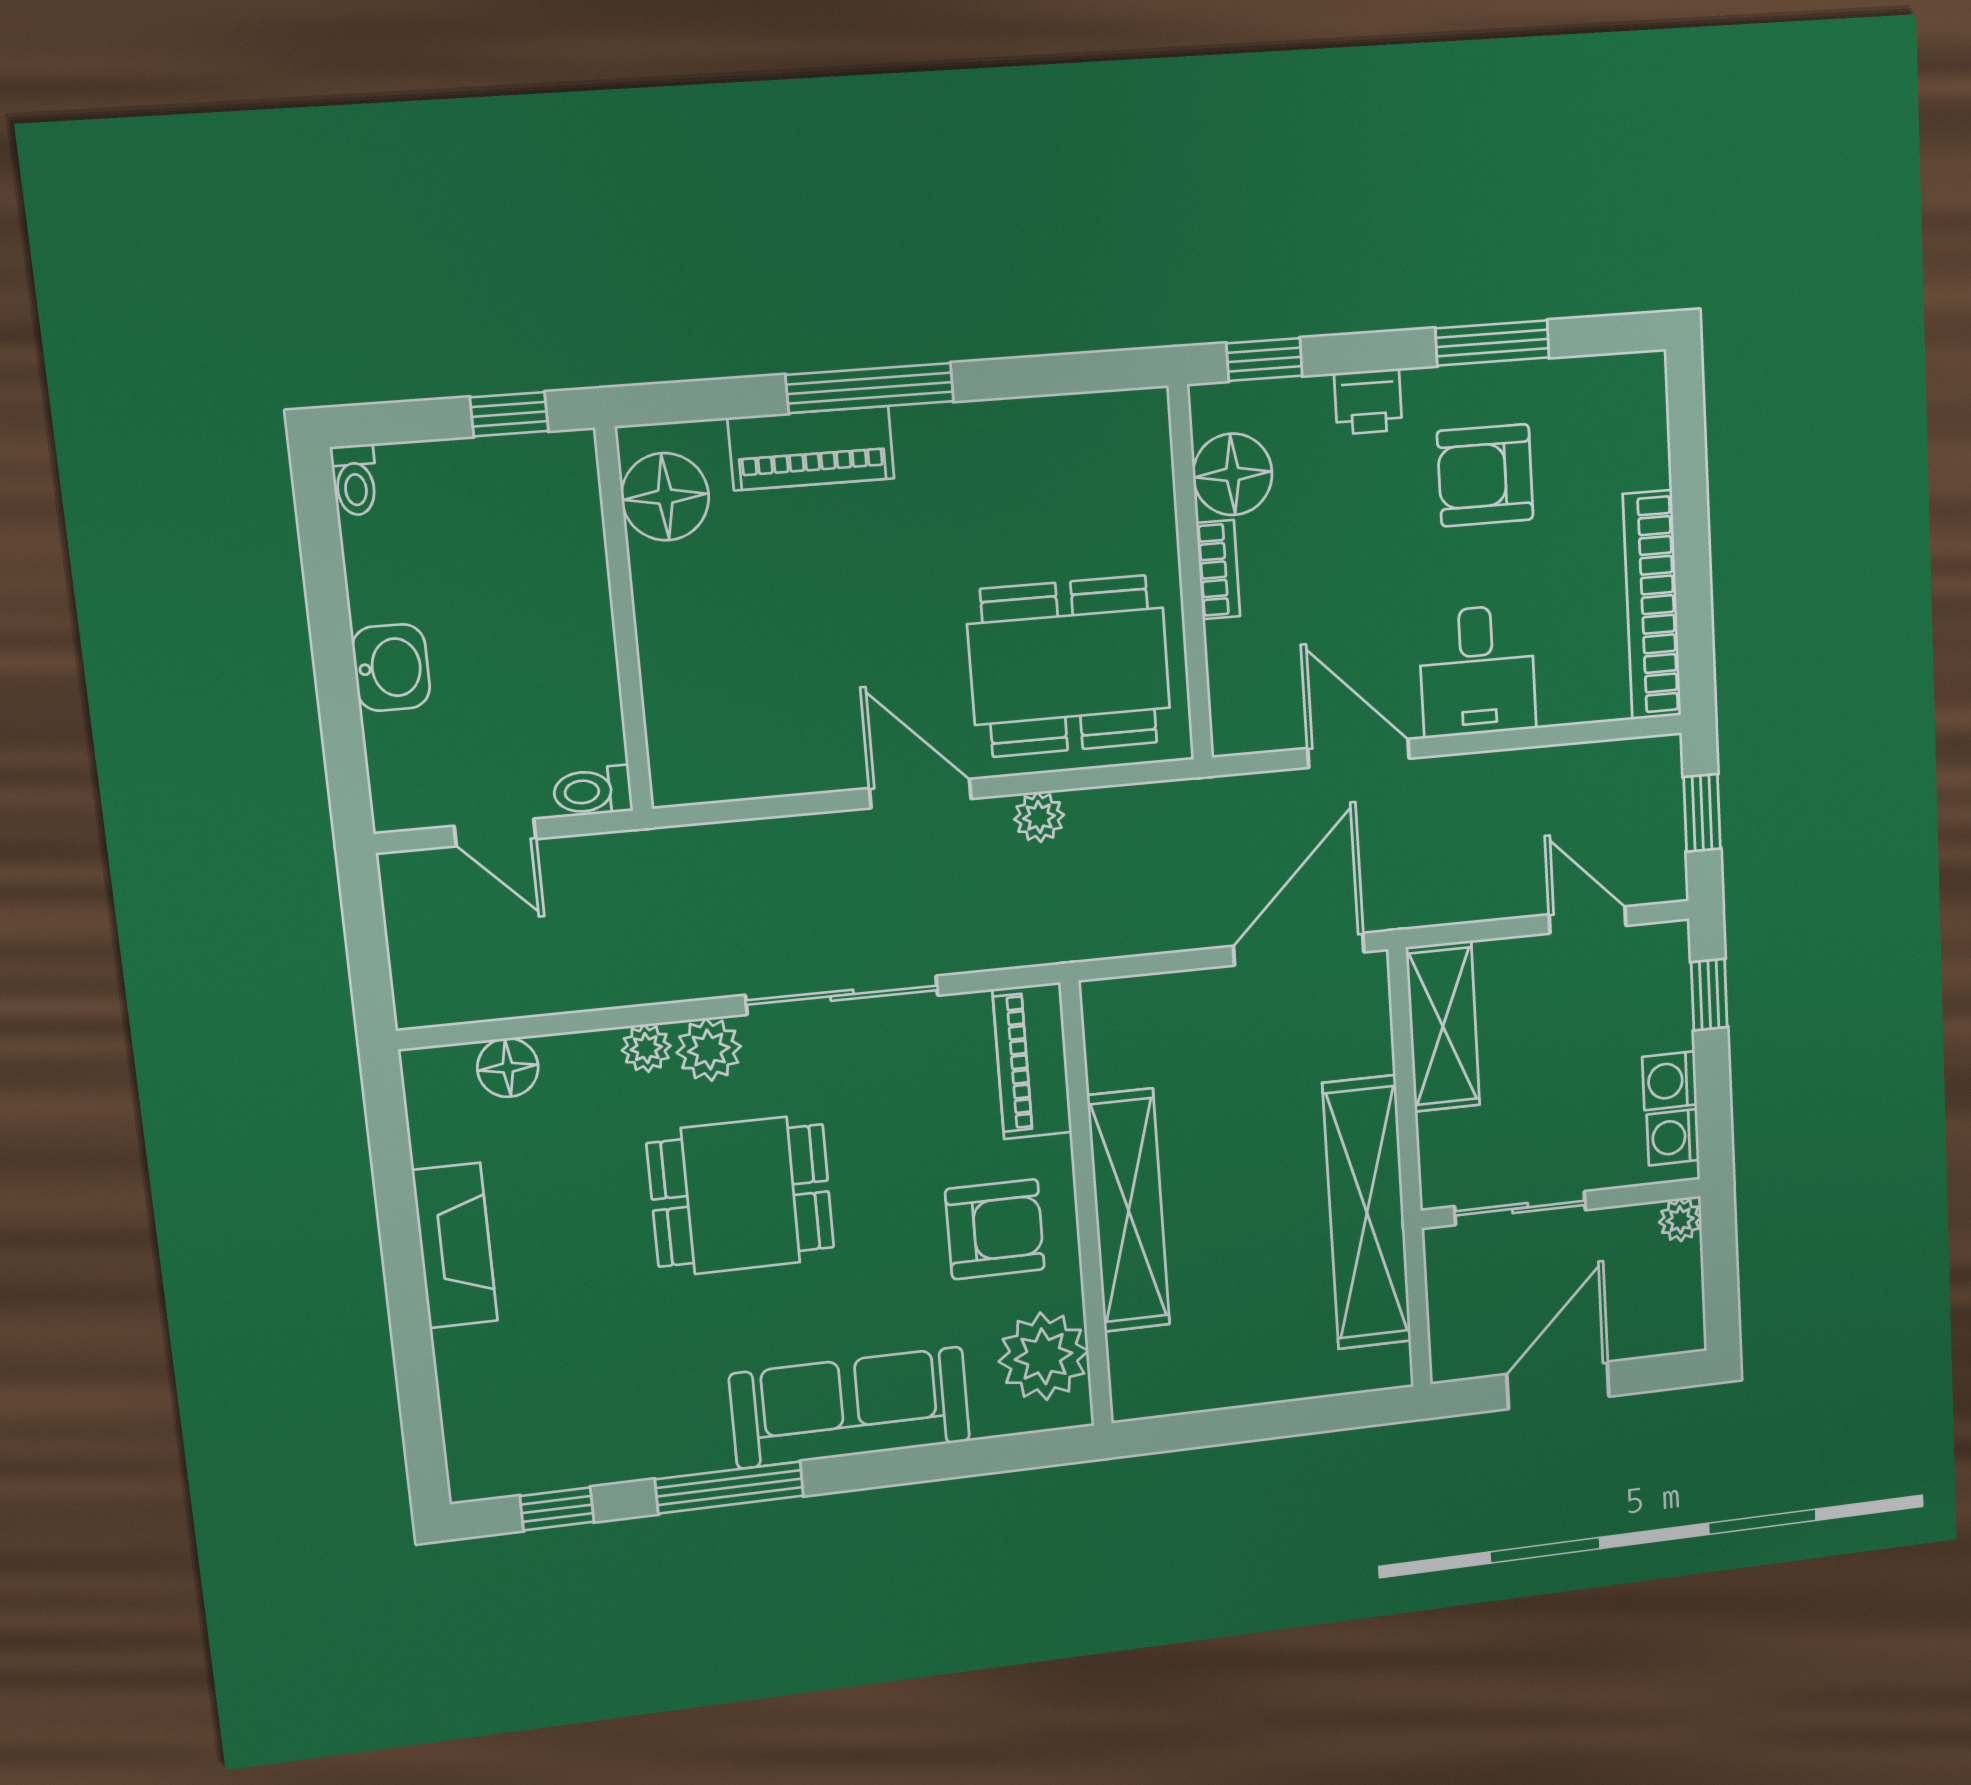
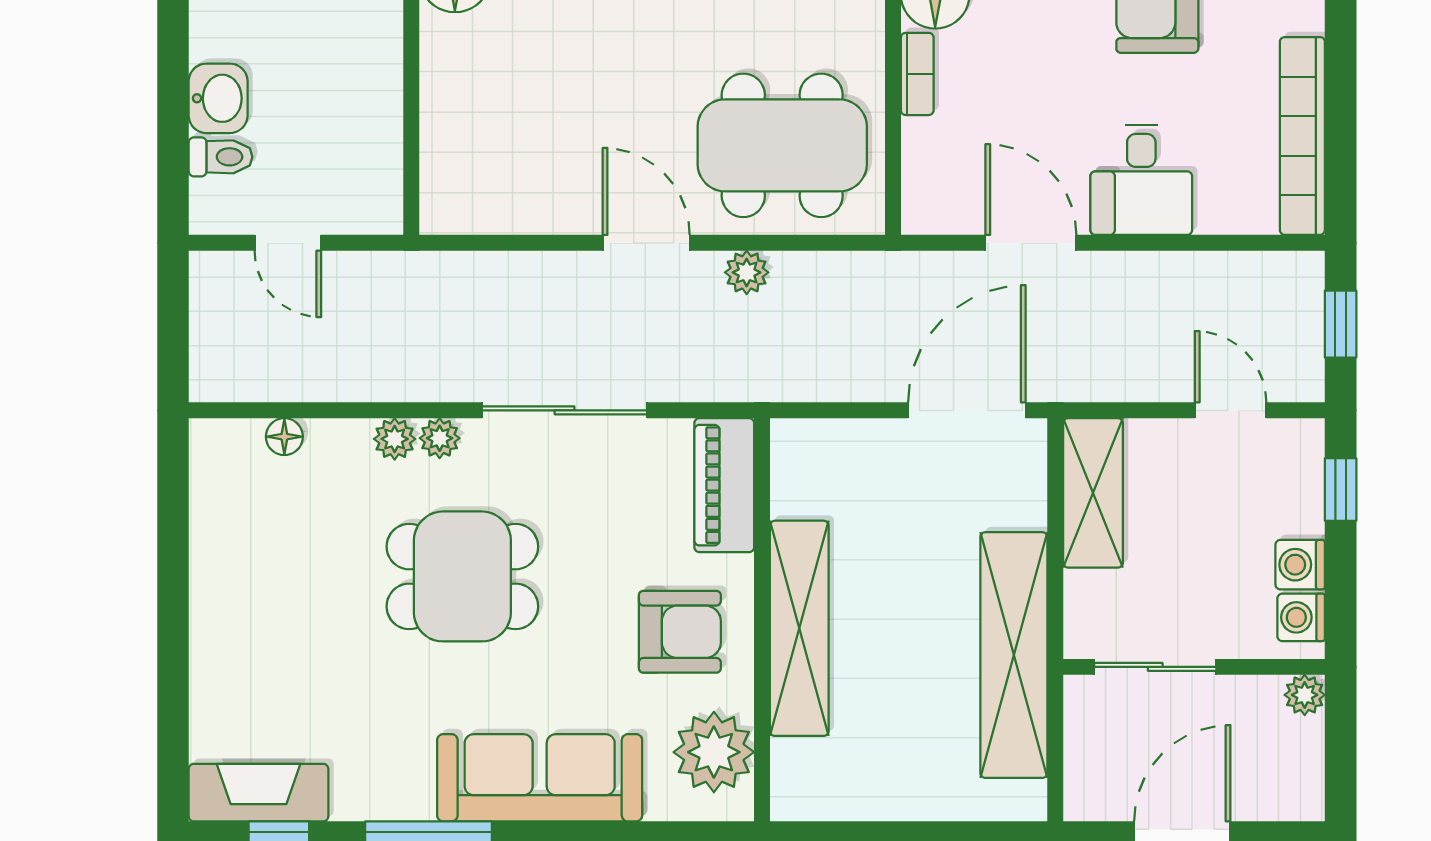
toilet: (593, 791) -> (221, 157), moved, turned 180
plant: (709, 1050) -> (440, 438), width x0.73, depth x0.73
floor lamp: (508, 1068) -> (284, 437), width x0.73, depth x0.73
fireplace: (455, 1246) -> (259, 793), moved, turned -90

